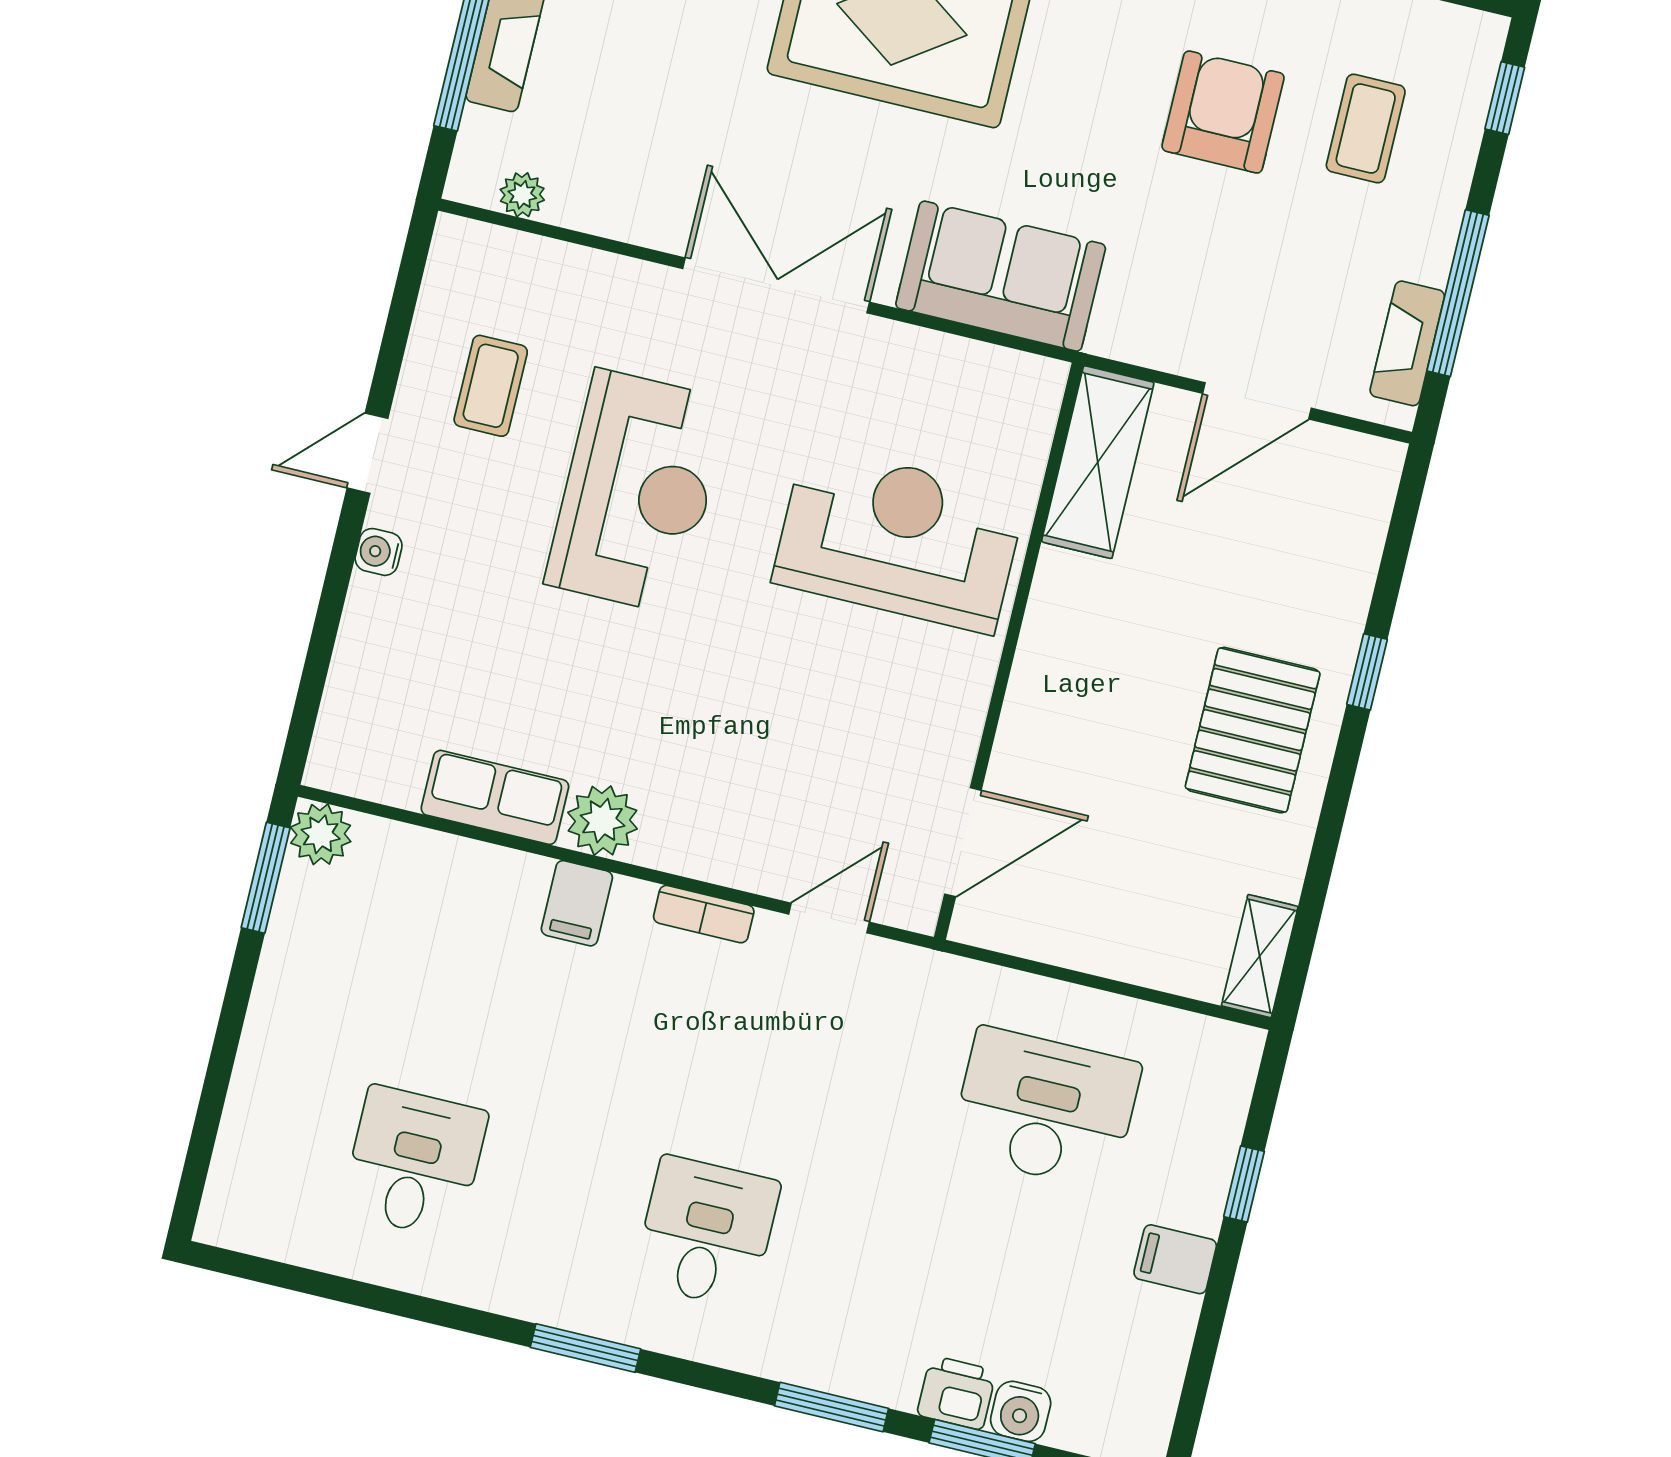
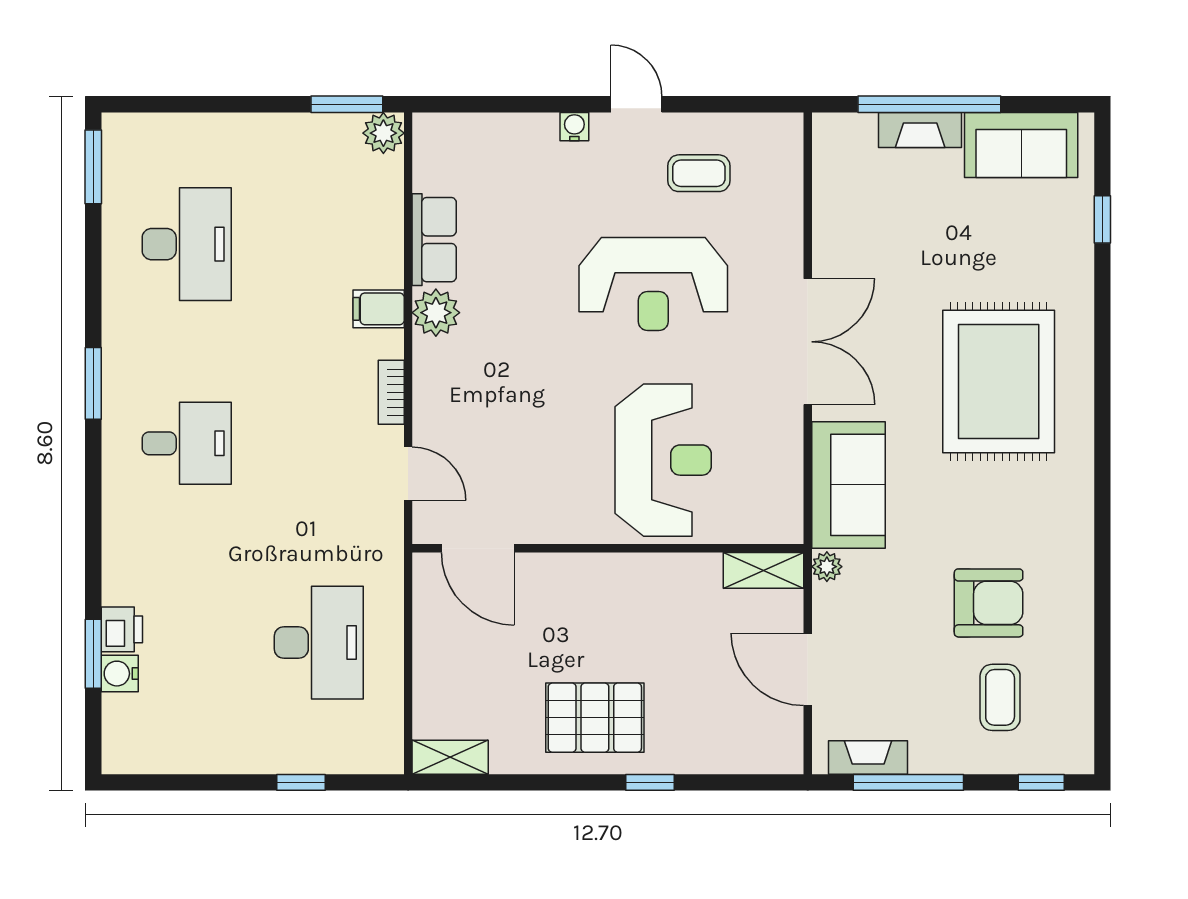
coffee table: (1366, 129) -> (1000, 697), turned 90
plant: (522, 195) -> (827, 567), moved
shelving: (1098, 462) -> (764, 570), width x0.67, depth x0.75
desk: (414, 1162) -> (187, 244), width x1.37
filing cabinet: (1175, 1259) -> (242, 750), removed
window: (832, 1407) -> (93, 167), moved

